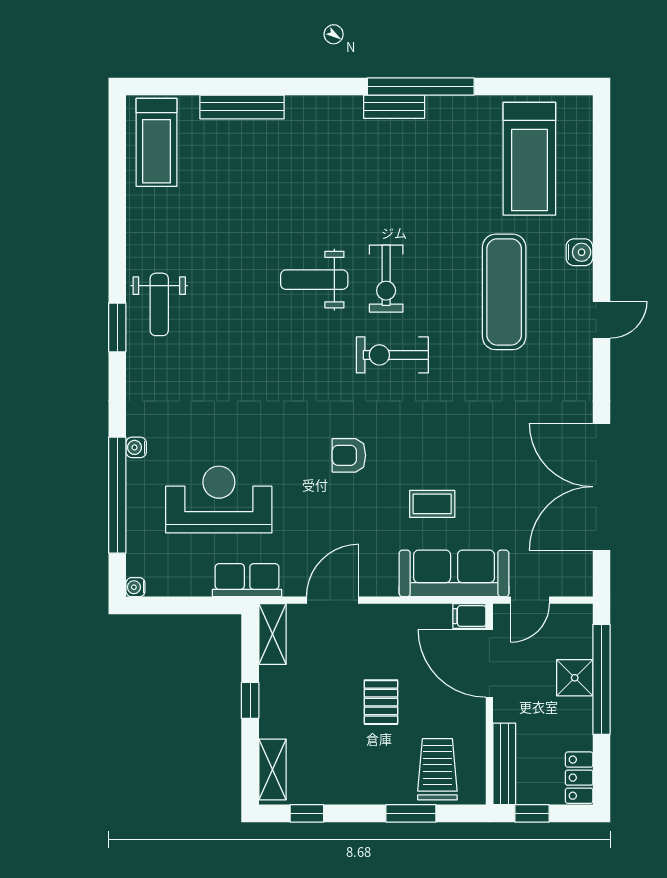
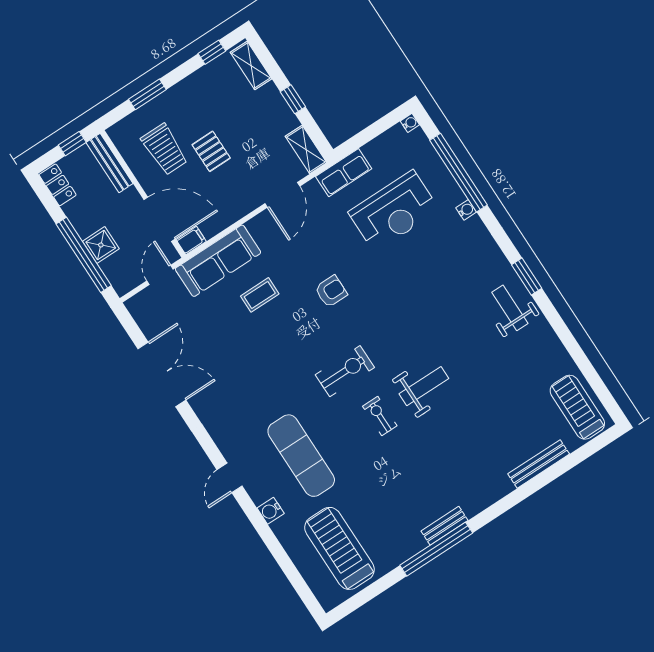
exercise bike: (386, 279) -> (380, 416), width x0.73, depth x0.72
double door: (601, 487) -> (162, 374), width x0.73
trolley: (437, 769) -> (165, 149), moved

